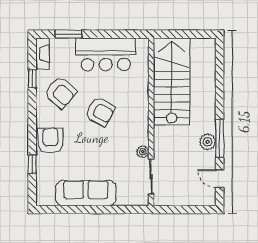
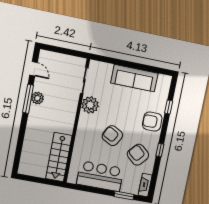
window: (32, 79) -> (160, 150), moved
stairs: (172, 81) -> (59, 157), width x0.73, depth x0.66
armchair: (50, 140) -> (152, 122), turned 90
plant: (143, 152) -> (90, 105), width x1.87, depth x1.87

